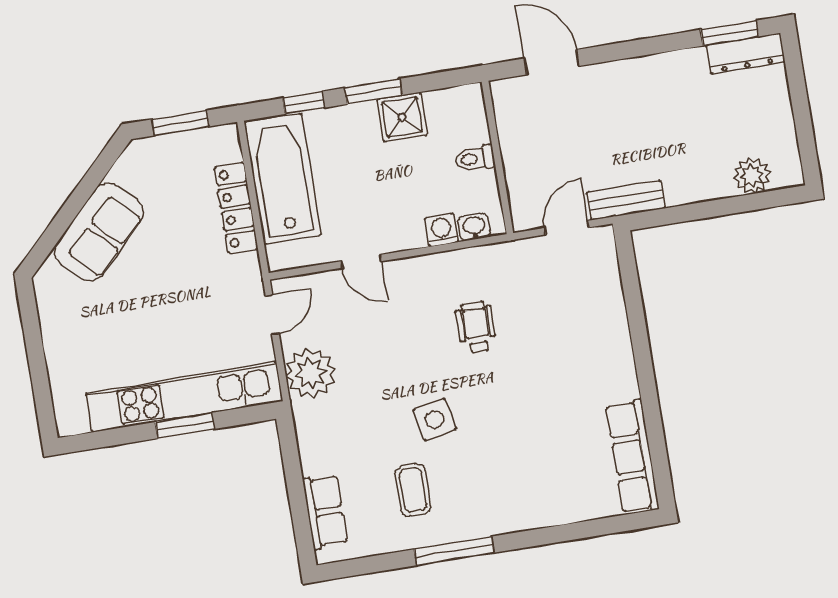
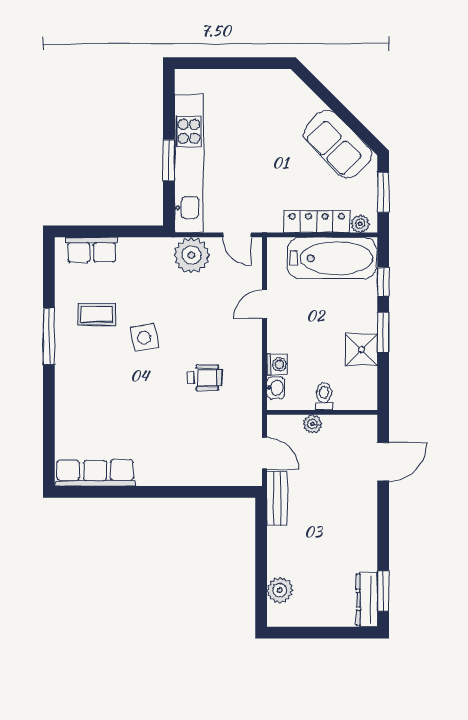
plant: (229, 147) -> (360, 224), added
plant: (516, 168) -> (313, 424), added
sofa: (99, 232) -> (338, 144), moved

